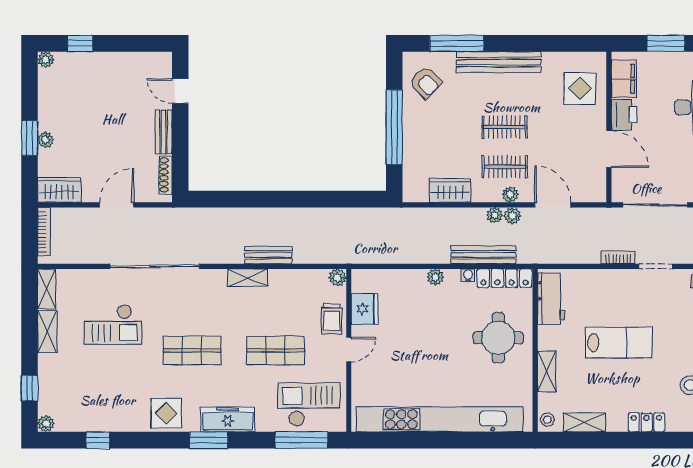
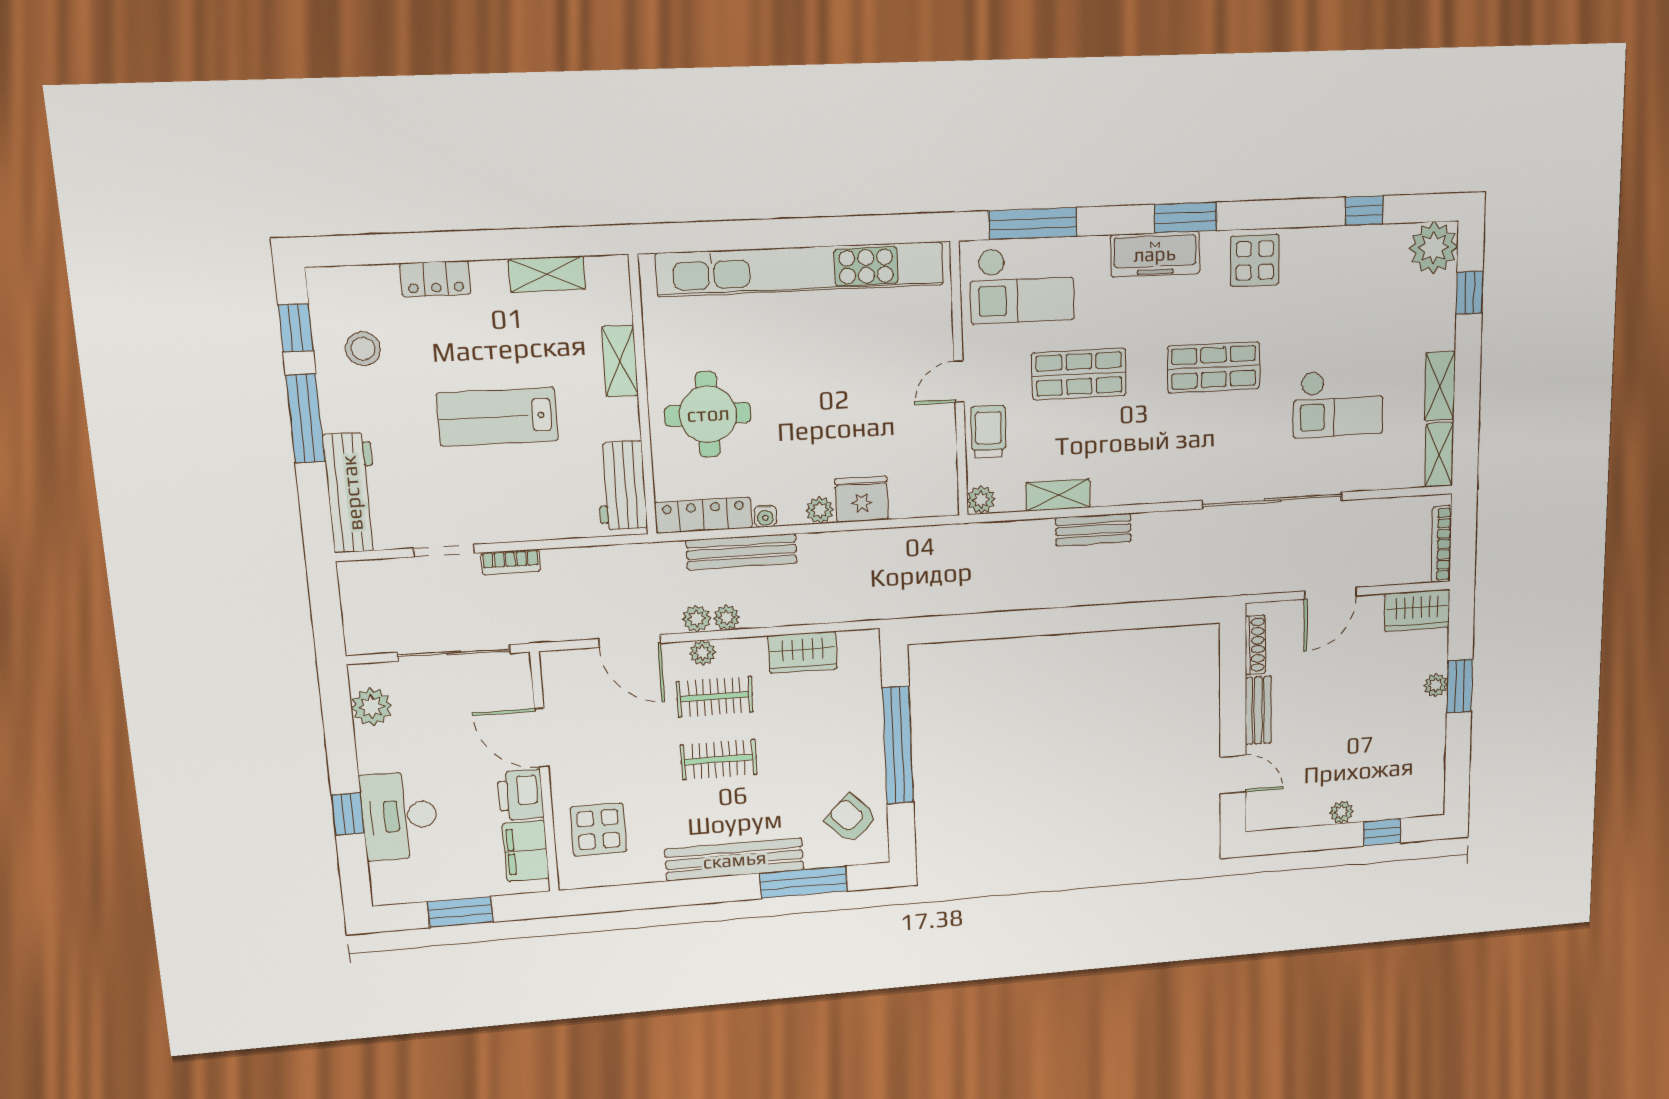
plant: (46, 60) -> (1341, 812), moved
shelving: (248, 278) -> (1058, 495), moved
fridge: (365, 309) -> (862, 499), moved, turned 90
checkout: (113, 324) -> (1338, 403), turned 180
stool: (547, 420) -> (613, 276), removed
plant: (46, 424) -> (1434, 248), width x1.87, depth x1.87

